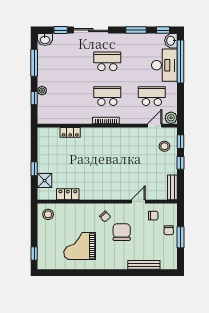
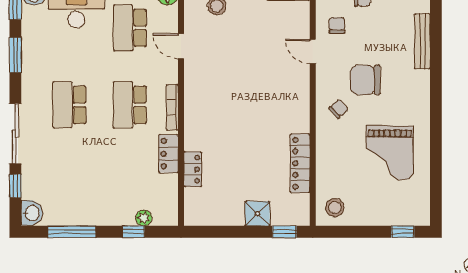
plant: (42, 91) -> (144, 218), moved
locker: (79, 118) -> (168, 154), added
door: (155, 126) -> (181, 46), moved
window: (34, 169) -> (284, 232), moved
shower: (45, 181) -> (257, 214), moved
locker: (68, 194) -> (300, 163), width x1.53

